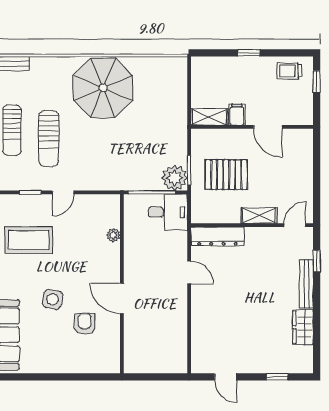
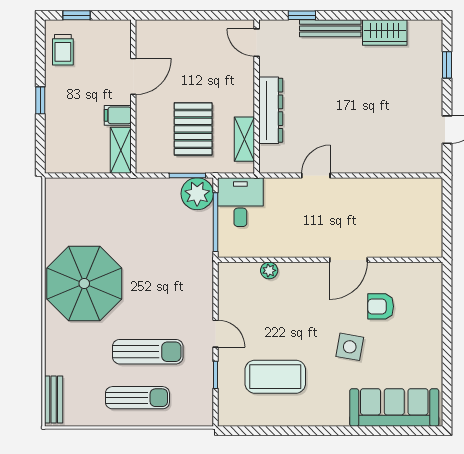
shelving: (259, 215) -> (244, 139), moved
dresser: (217, 236) -> (271, 110), moved
coffee table: (29, 240) -> (275, 377), turned 90

